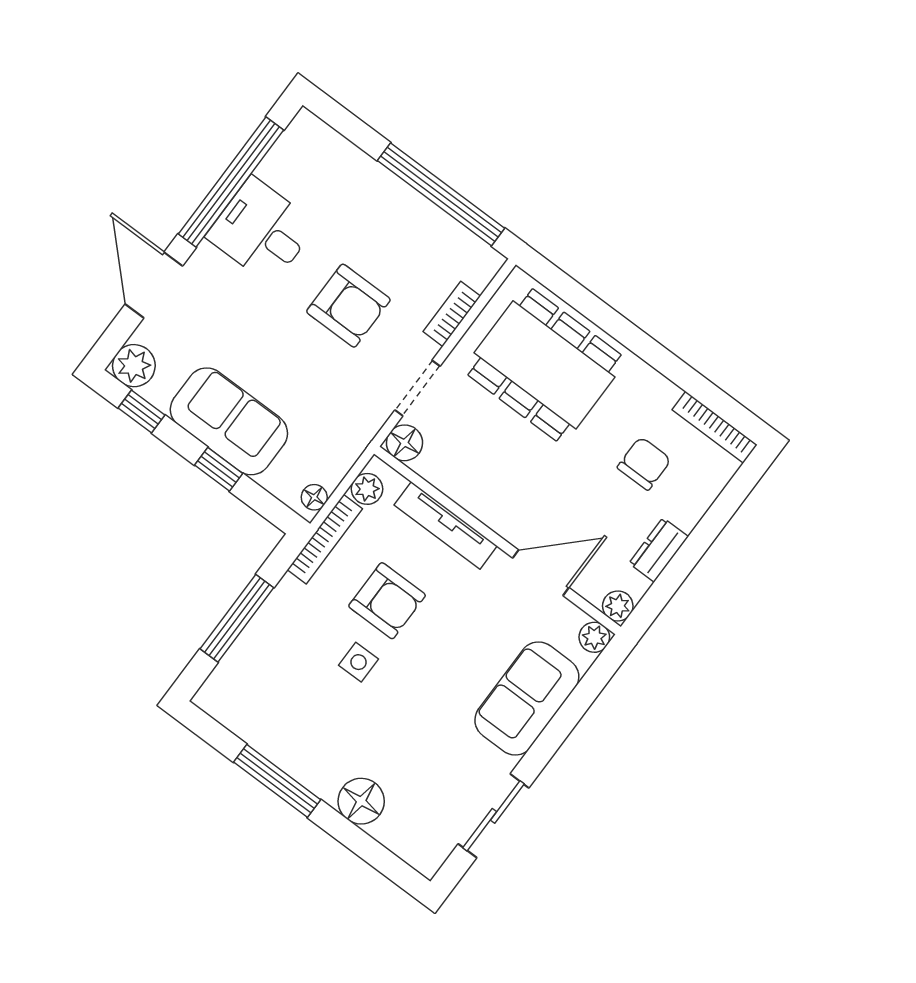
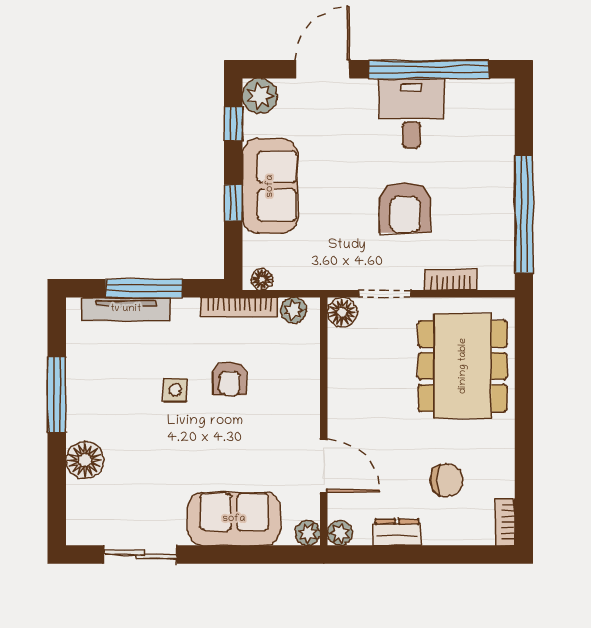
bookcase: (715, 427) -> (505, 522), width x0.64
tv unit: (446, 525) -> (126, 309), moved, turned -90
armchair: (387, 601) -> (230, 378), width x0.72, depth x0.72

